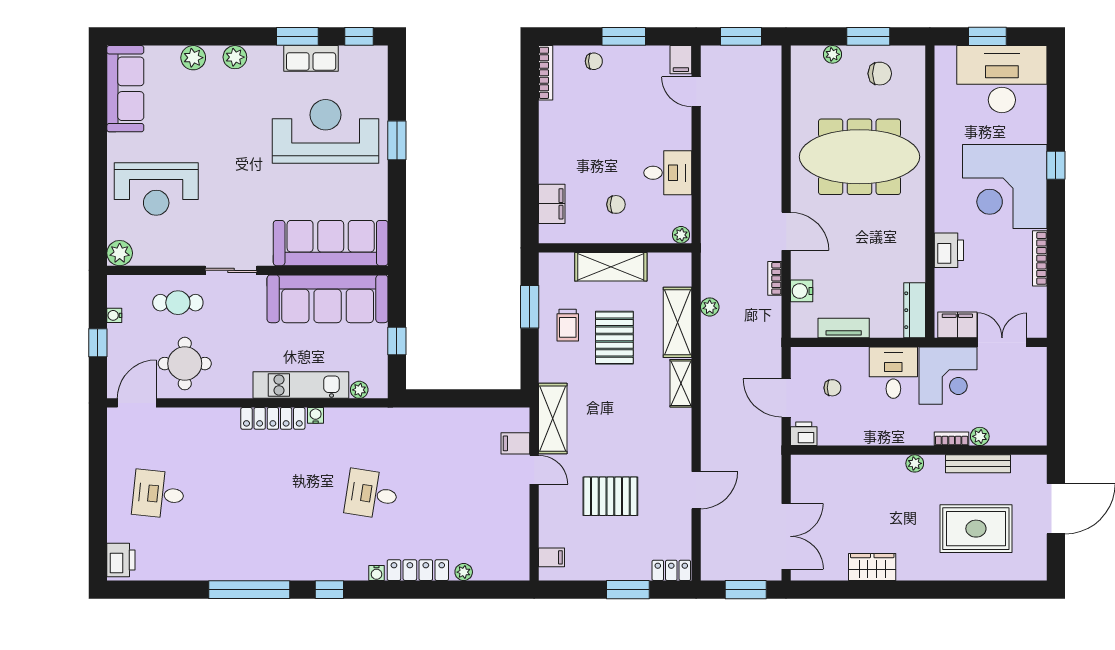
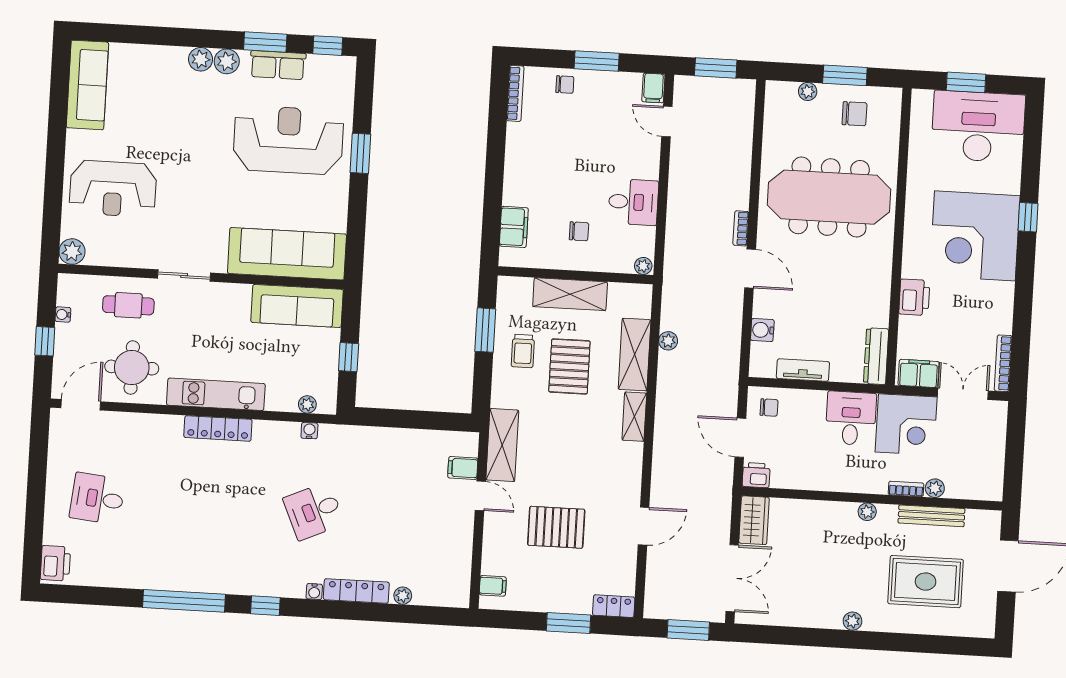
plant: (193, 58) -> (227, 61), moved
bookcase: (1040, 258) -> (1003, 363), moved
bookcase: (775, 278) -> (741, 228), moved
sofa: (328, 299) -> (297, 306), width x0.74, depth x0.79
kitchen unit: (301, 385) -> (216, 394), moved
chair: (832, 388) -> (769, 407), moved
water cooler: (316, 415) -> (309, 431), moved
desk: (372, 494) -> (314, 511), turned -33
wardrobe: (872, 567) -> (754, 520), moved, turned 90
plant: (907, 572) -> (853, 621), added

